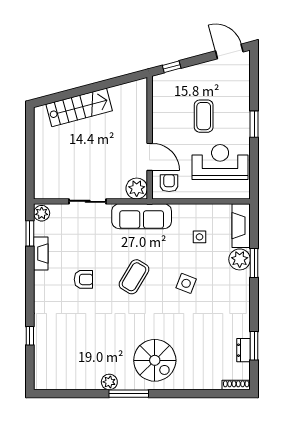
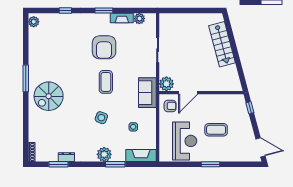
door: (229, 51) -> (260, 147), hinge flipped
plant: (42, 213) -> (139, 19), moved
sofa: (142, 216) -> (147, 93), width x0.73
window: (30, 233) -> (104, 11), moved
plant: (240, 259) -> (104, 154), moved
coffee table: (134, 277) -> (106, 82), turned 59
armchair: (83, 279) -> (104, 47), width x1.88, depth x1.88
dresser: (244, 350) -> (66, 157), moved
plant: (109, 382) -> (34, 22), moved

